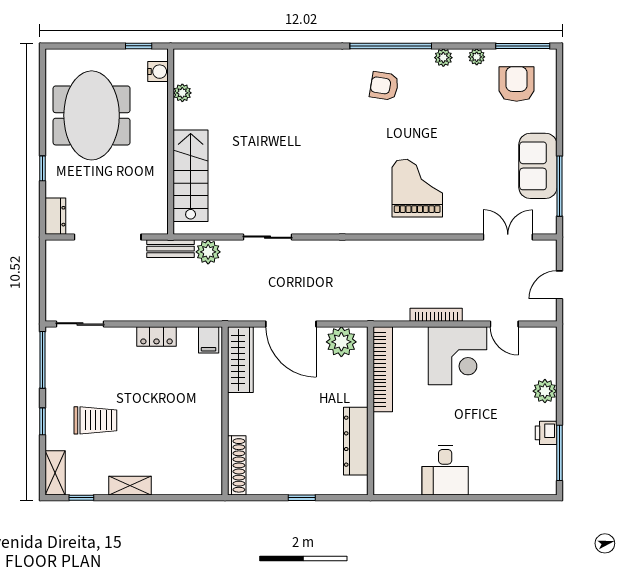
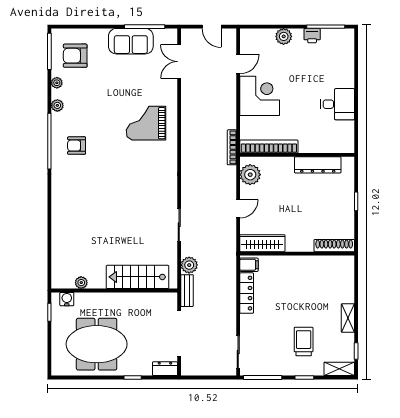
armchair: (384, 86) -> (77, 146), turned 81
bookcase: (436, 315) -> (232, 147), moved
door: (291, 324) -> (238, 209), width x0.53
locker: (157, 336) -> (247, 293), width x1.53

